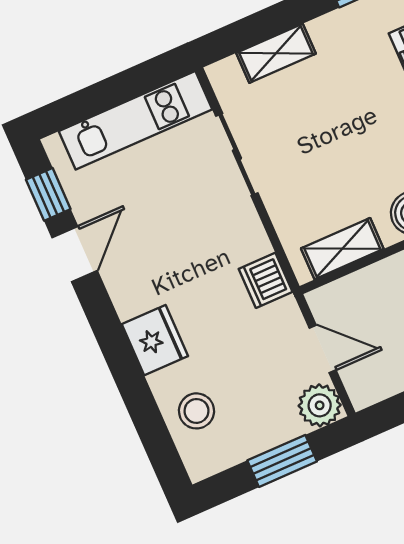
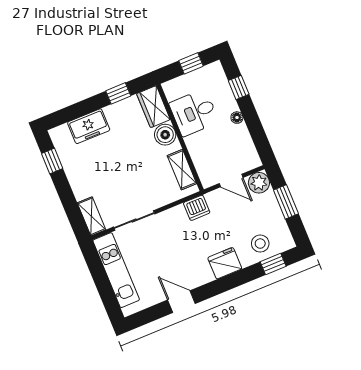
shelving: (276, 53) -> (91, 216), moved
window: (48, 194) -> (273, 264), moved
door: (323, 349) -> (231, 181), swing flipped

